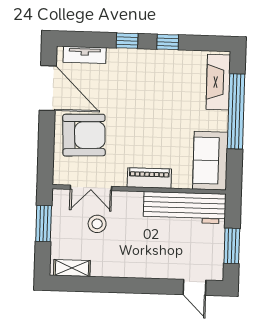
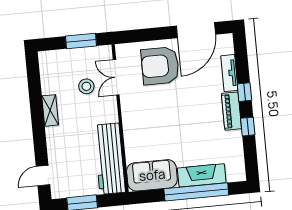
tv unit: (85, 55) -> (229, 73), moved
fireplace: (218, 82) -> (202, 175), moved
armchair: (84, 135) -> (160, 66), turned 92
piano: (149, 178) -> (232, 111), moved, turned 180
shelving: (72, 268) -> (50, 110), moved

